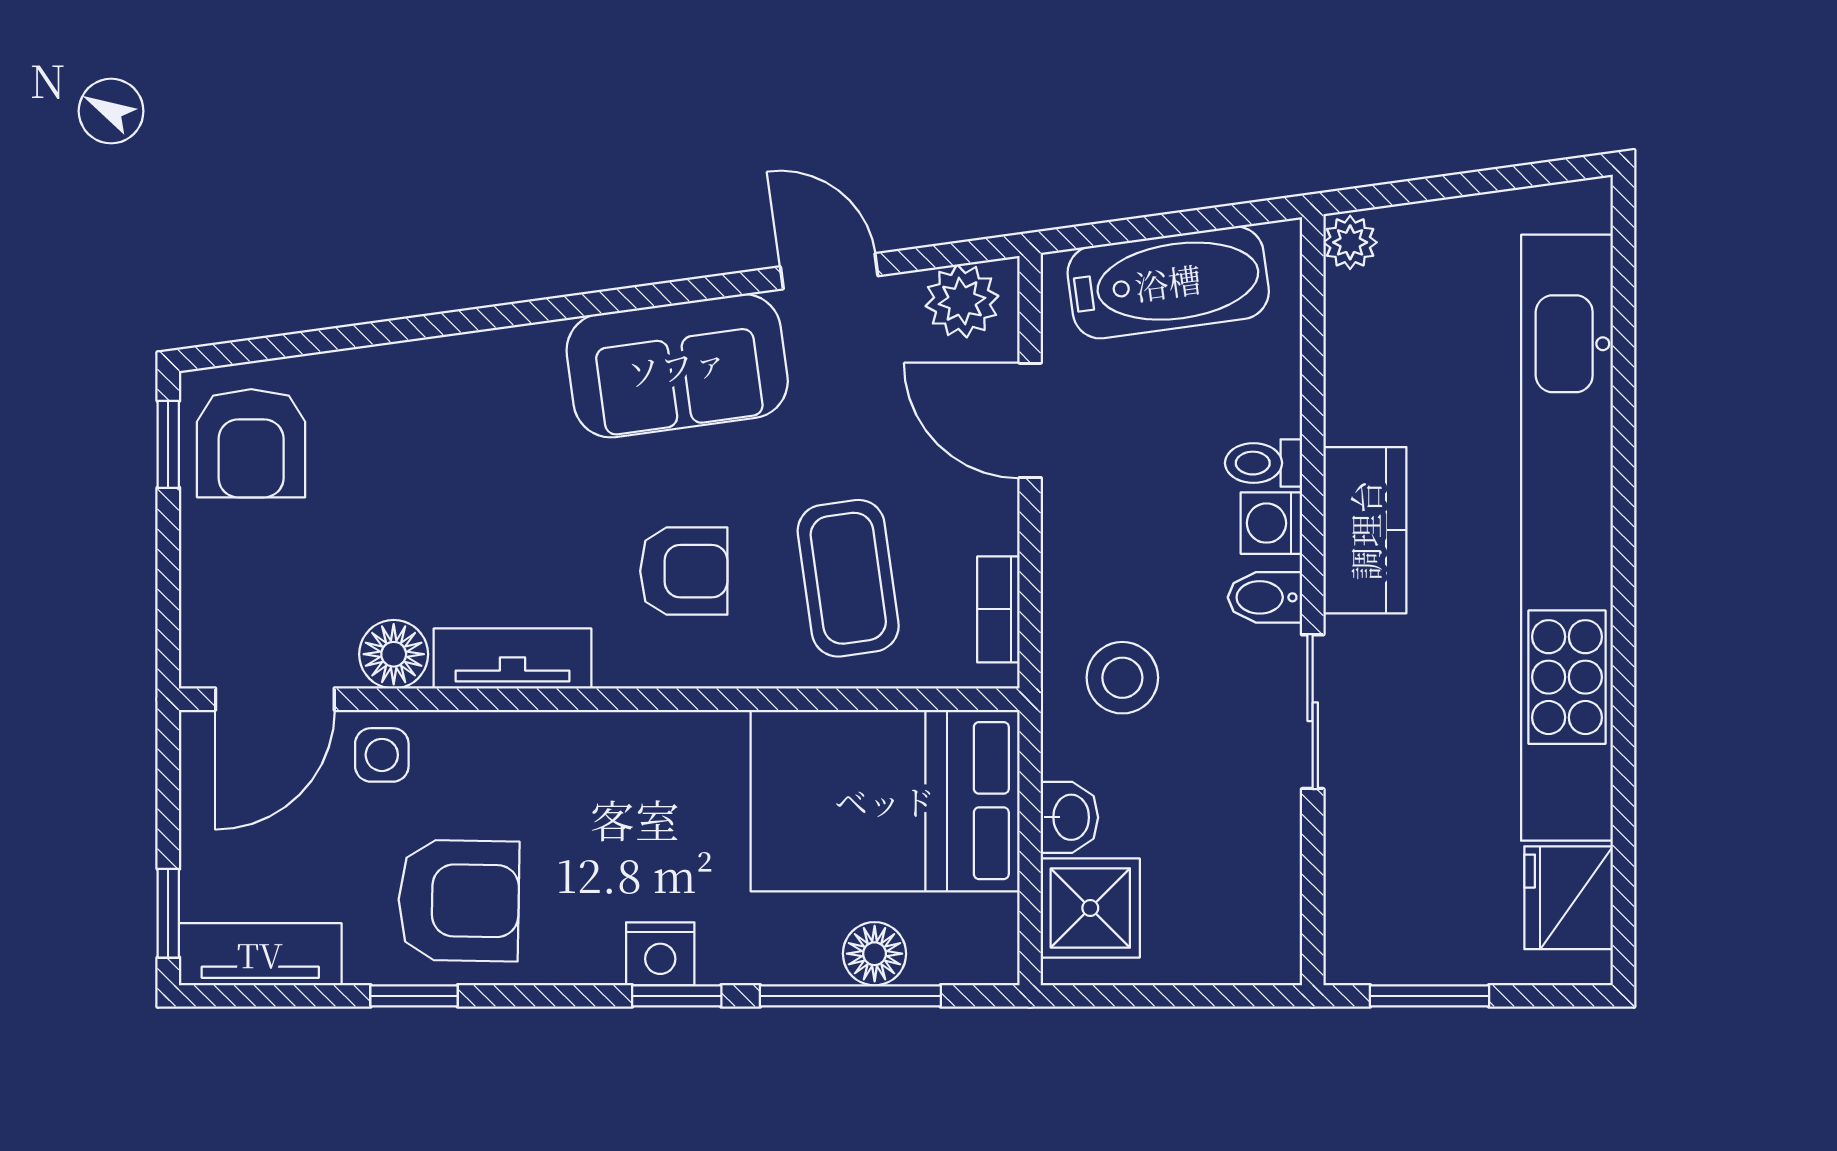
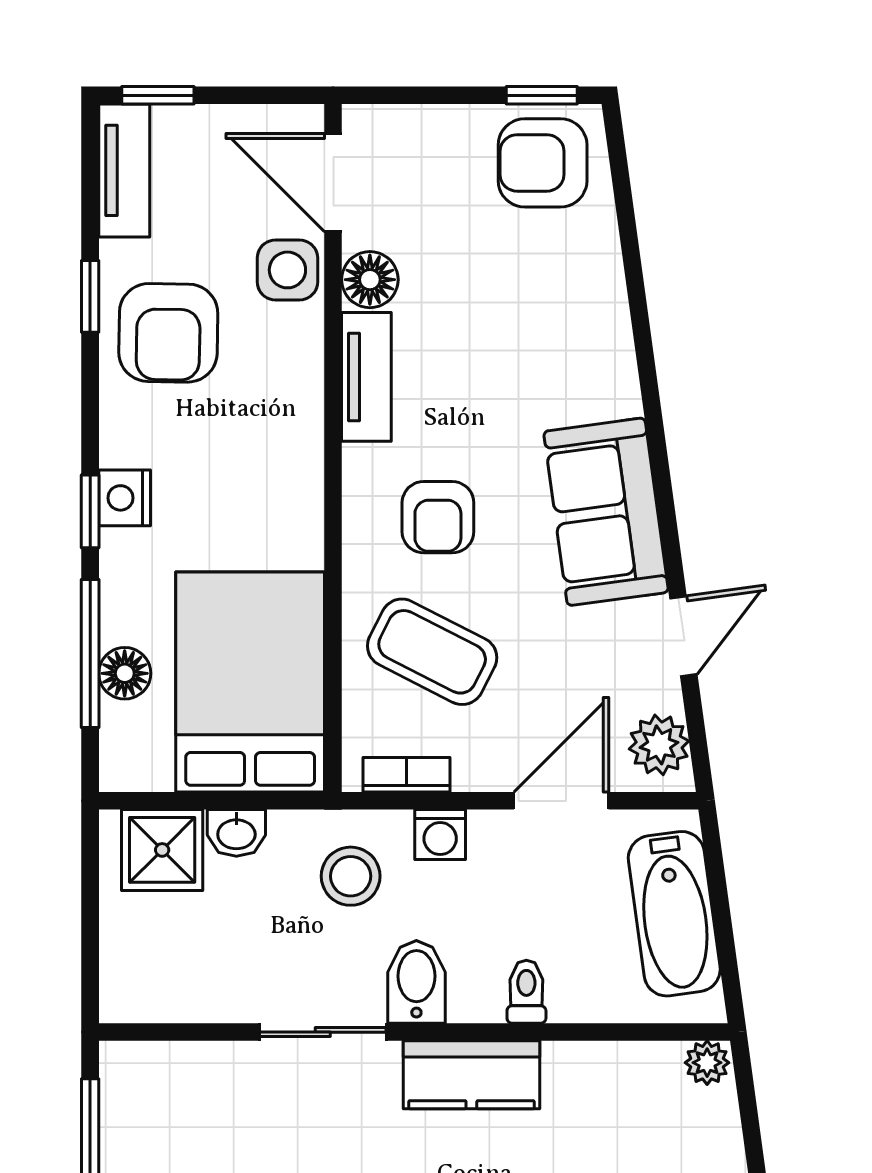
washing machine: (1271, 523) -> (440, 835), moved, turned 180
coffee table: (848, 578) -> (432, 652), turned 35
bidet: (1265, 597) -> (416, 982), width x1.38, depth x1.36
side table: (382, 755) -> (287, 270), width x1.37, depth x1.37

